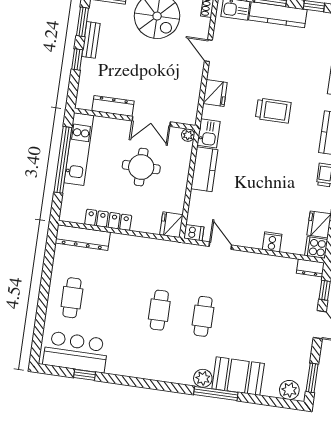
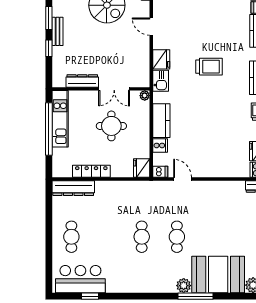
kitchen sink: (209, 133) -> (161, 81), moved
cooker: (272, 242) -> (160, 145), moved, turned 90
booth: (238, 376) -> (218, 274), width x1.36, depth x1.42

